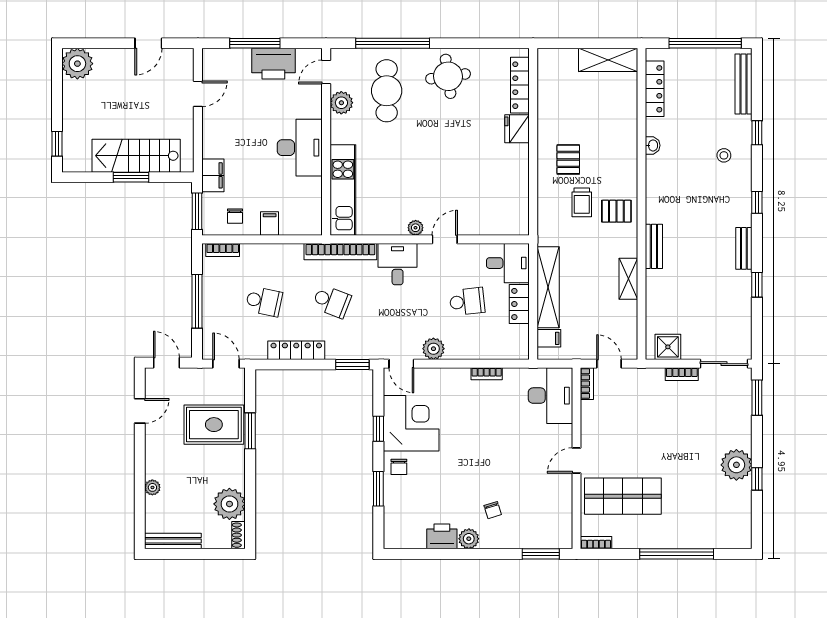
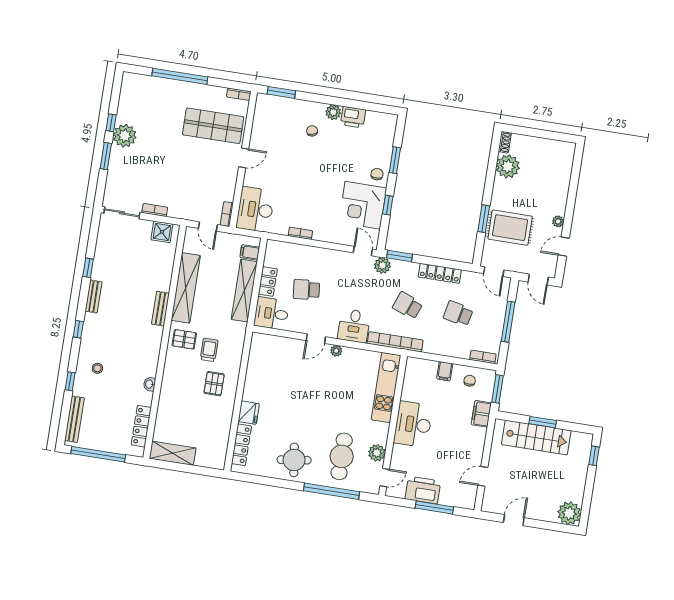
shelving: (628, 279) -> (186, 288), width x2.20, depth x1.33
plant: (433, 349) -> (382, 265), moved
window: (757, 398) -> (106, 156), moved
plant: (152, 487) -> (558, 221), moved
bench: (173, 541) -> (554, 146), removed

